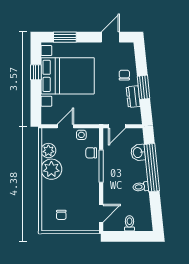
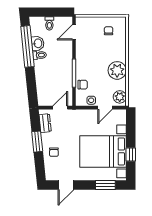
dresser: (133, 97) -> (45, 123), moved
plant: (48, 151) -> (120, 97), moved
washbasin: (138, 153) -> (38, 43), moved
window: (152, 168) -> (27, 46), moved

